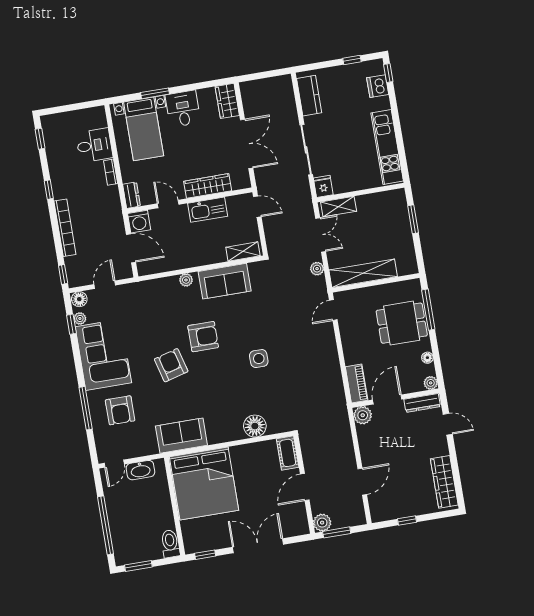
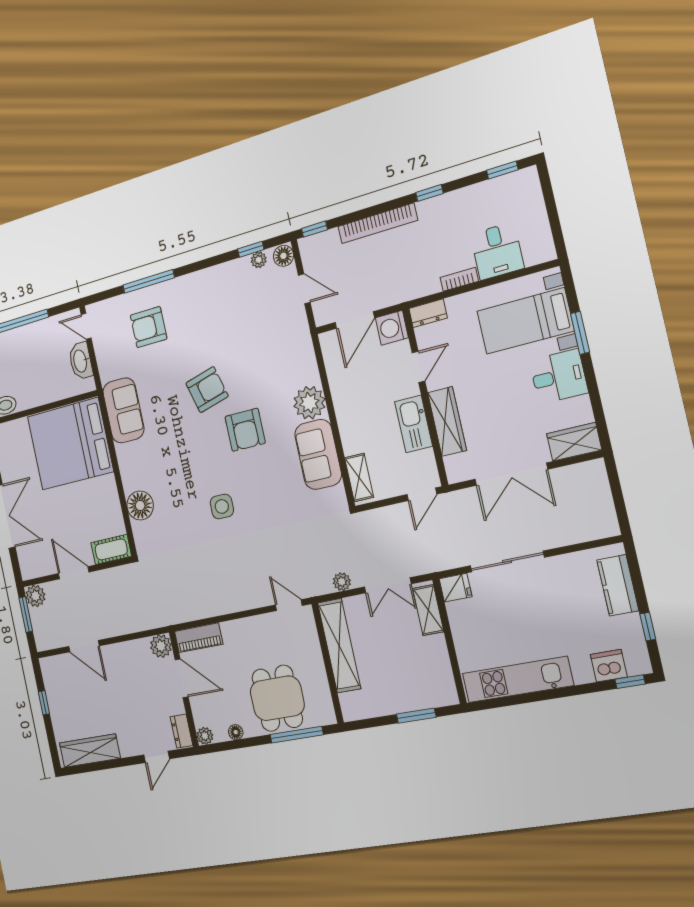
kitchen counter: (309, 96) -> (618, 585), moved, turned 90
plant: (186, 280) -> (309, 403), width x1.88, depth x1.88
corner sofa: (103, 355) -> (215, 297), removed
dresser: (422, 403) -> (181, 731), width x0.70

